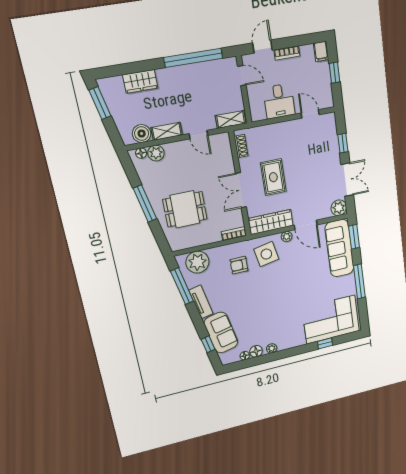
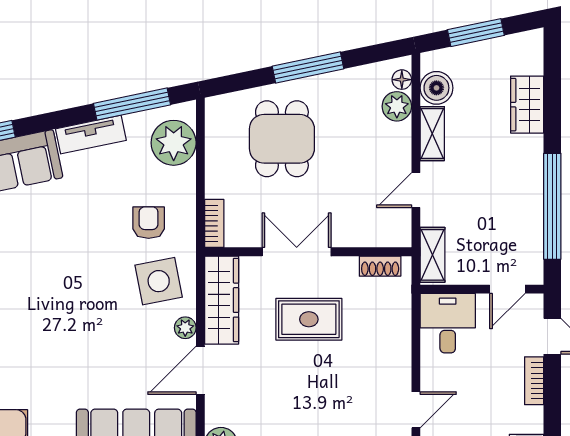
desk: (279, 101) -> (448, 323), moved, turned 90
window: (100, 103) -> (476, 33), moved

